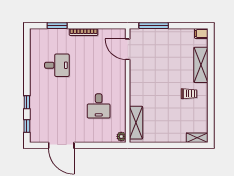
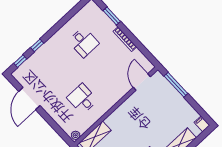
desk: (99, 106) -> (82, 99), turned 90

